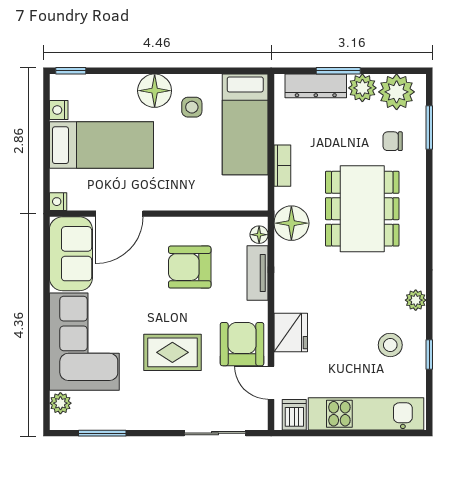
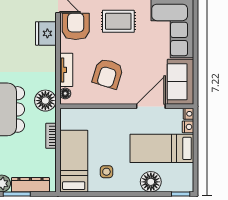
floor lamp: (155, 91) -> (151, 182), moved
nightstand: (59, 110) -> (188, 127), moved
armchair: (190, 267) -> (108, 74), turned 107
armchair: (242, 344) -> (76, 26), turned 180

